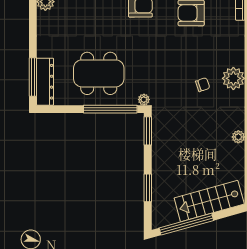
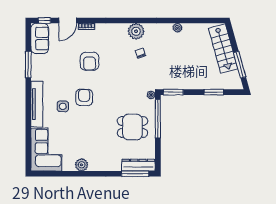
dining table: (99, 73) -> (132, 127), width x0.73
window: (186, 224) -> (240, 65), width x0.68

